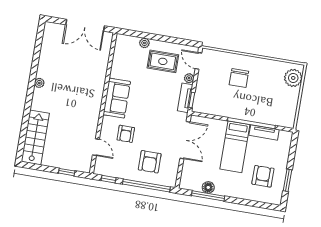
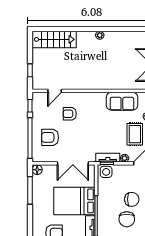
chair: (239, 78) -> (132, 199), turned 180
chair: (261, 88) -> (127, 219), added
sofa: (117, 98) -> (122, 101), moved
side table: (201, 103) -> (106, 172), added
bed: (235, 147) -> (74, 201), width x1.50
floor lamp: (208, 187) -> (37, 170), moved

